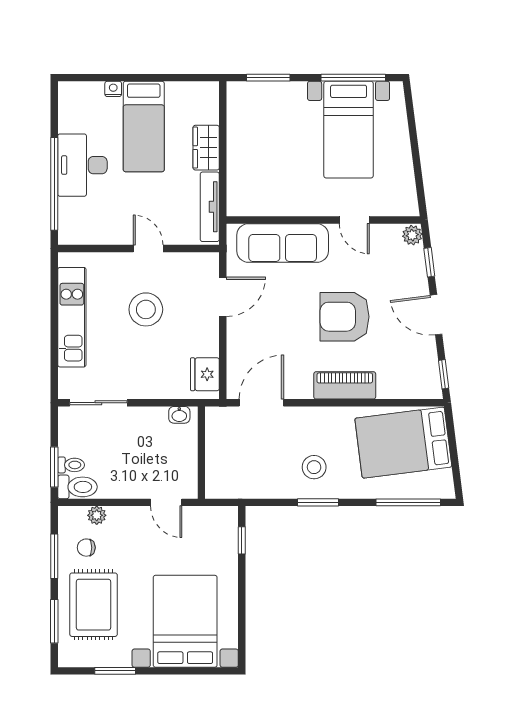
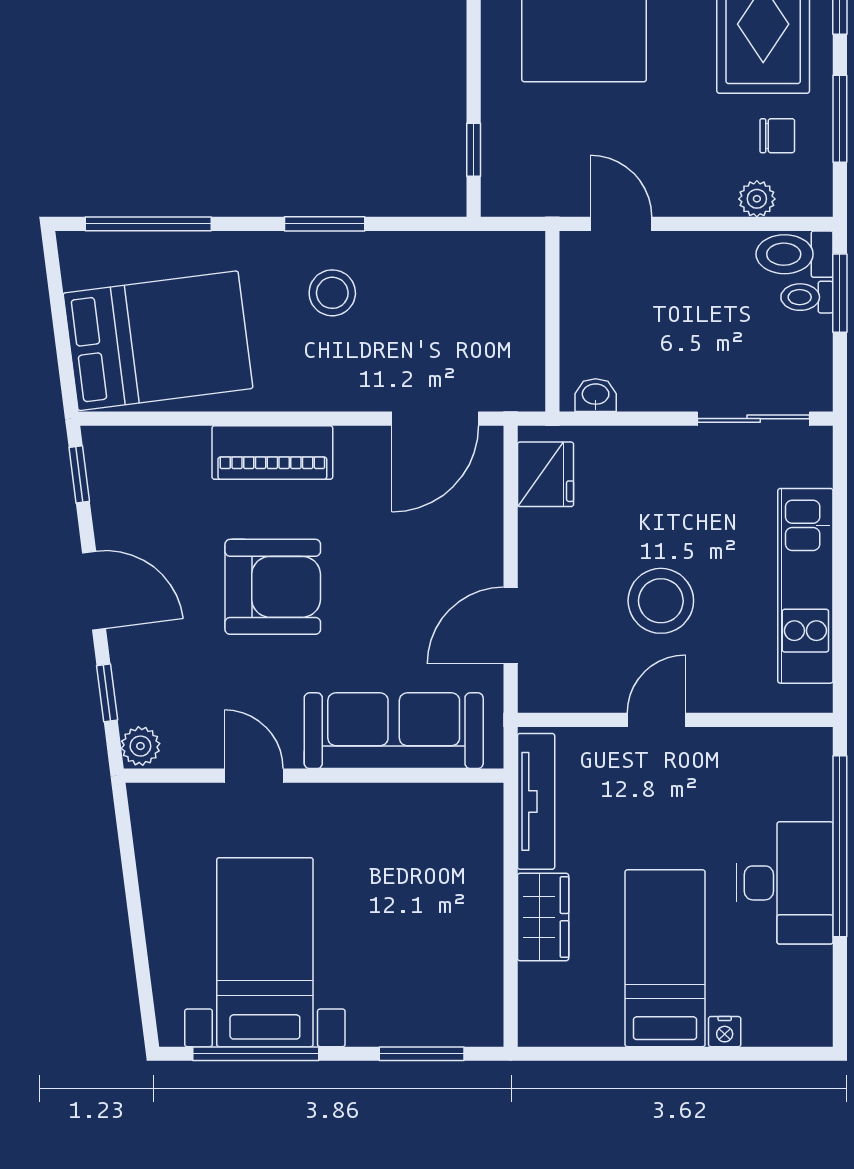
door: (148, 248) -> (656, 720), swing flipped

